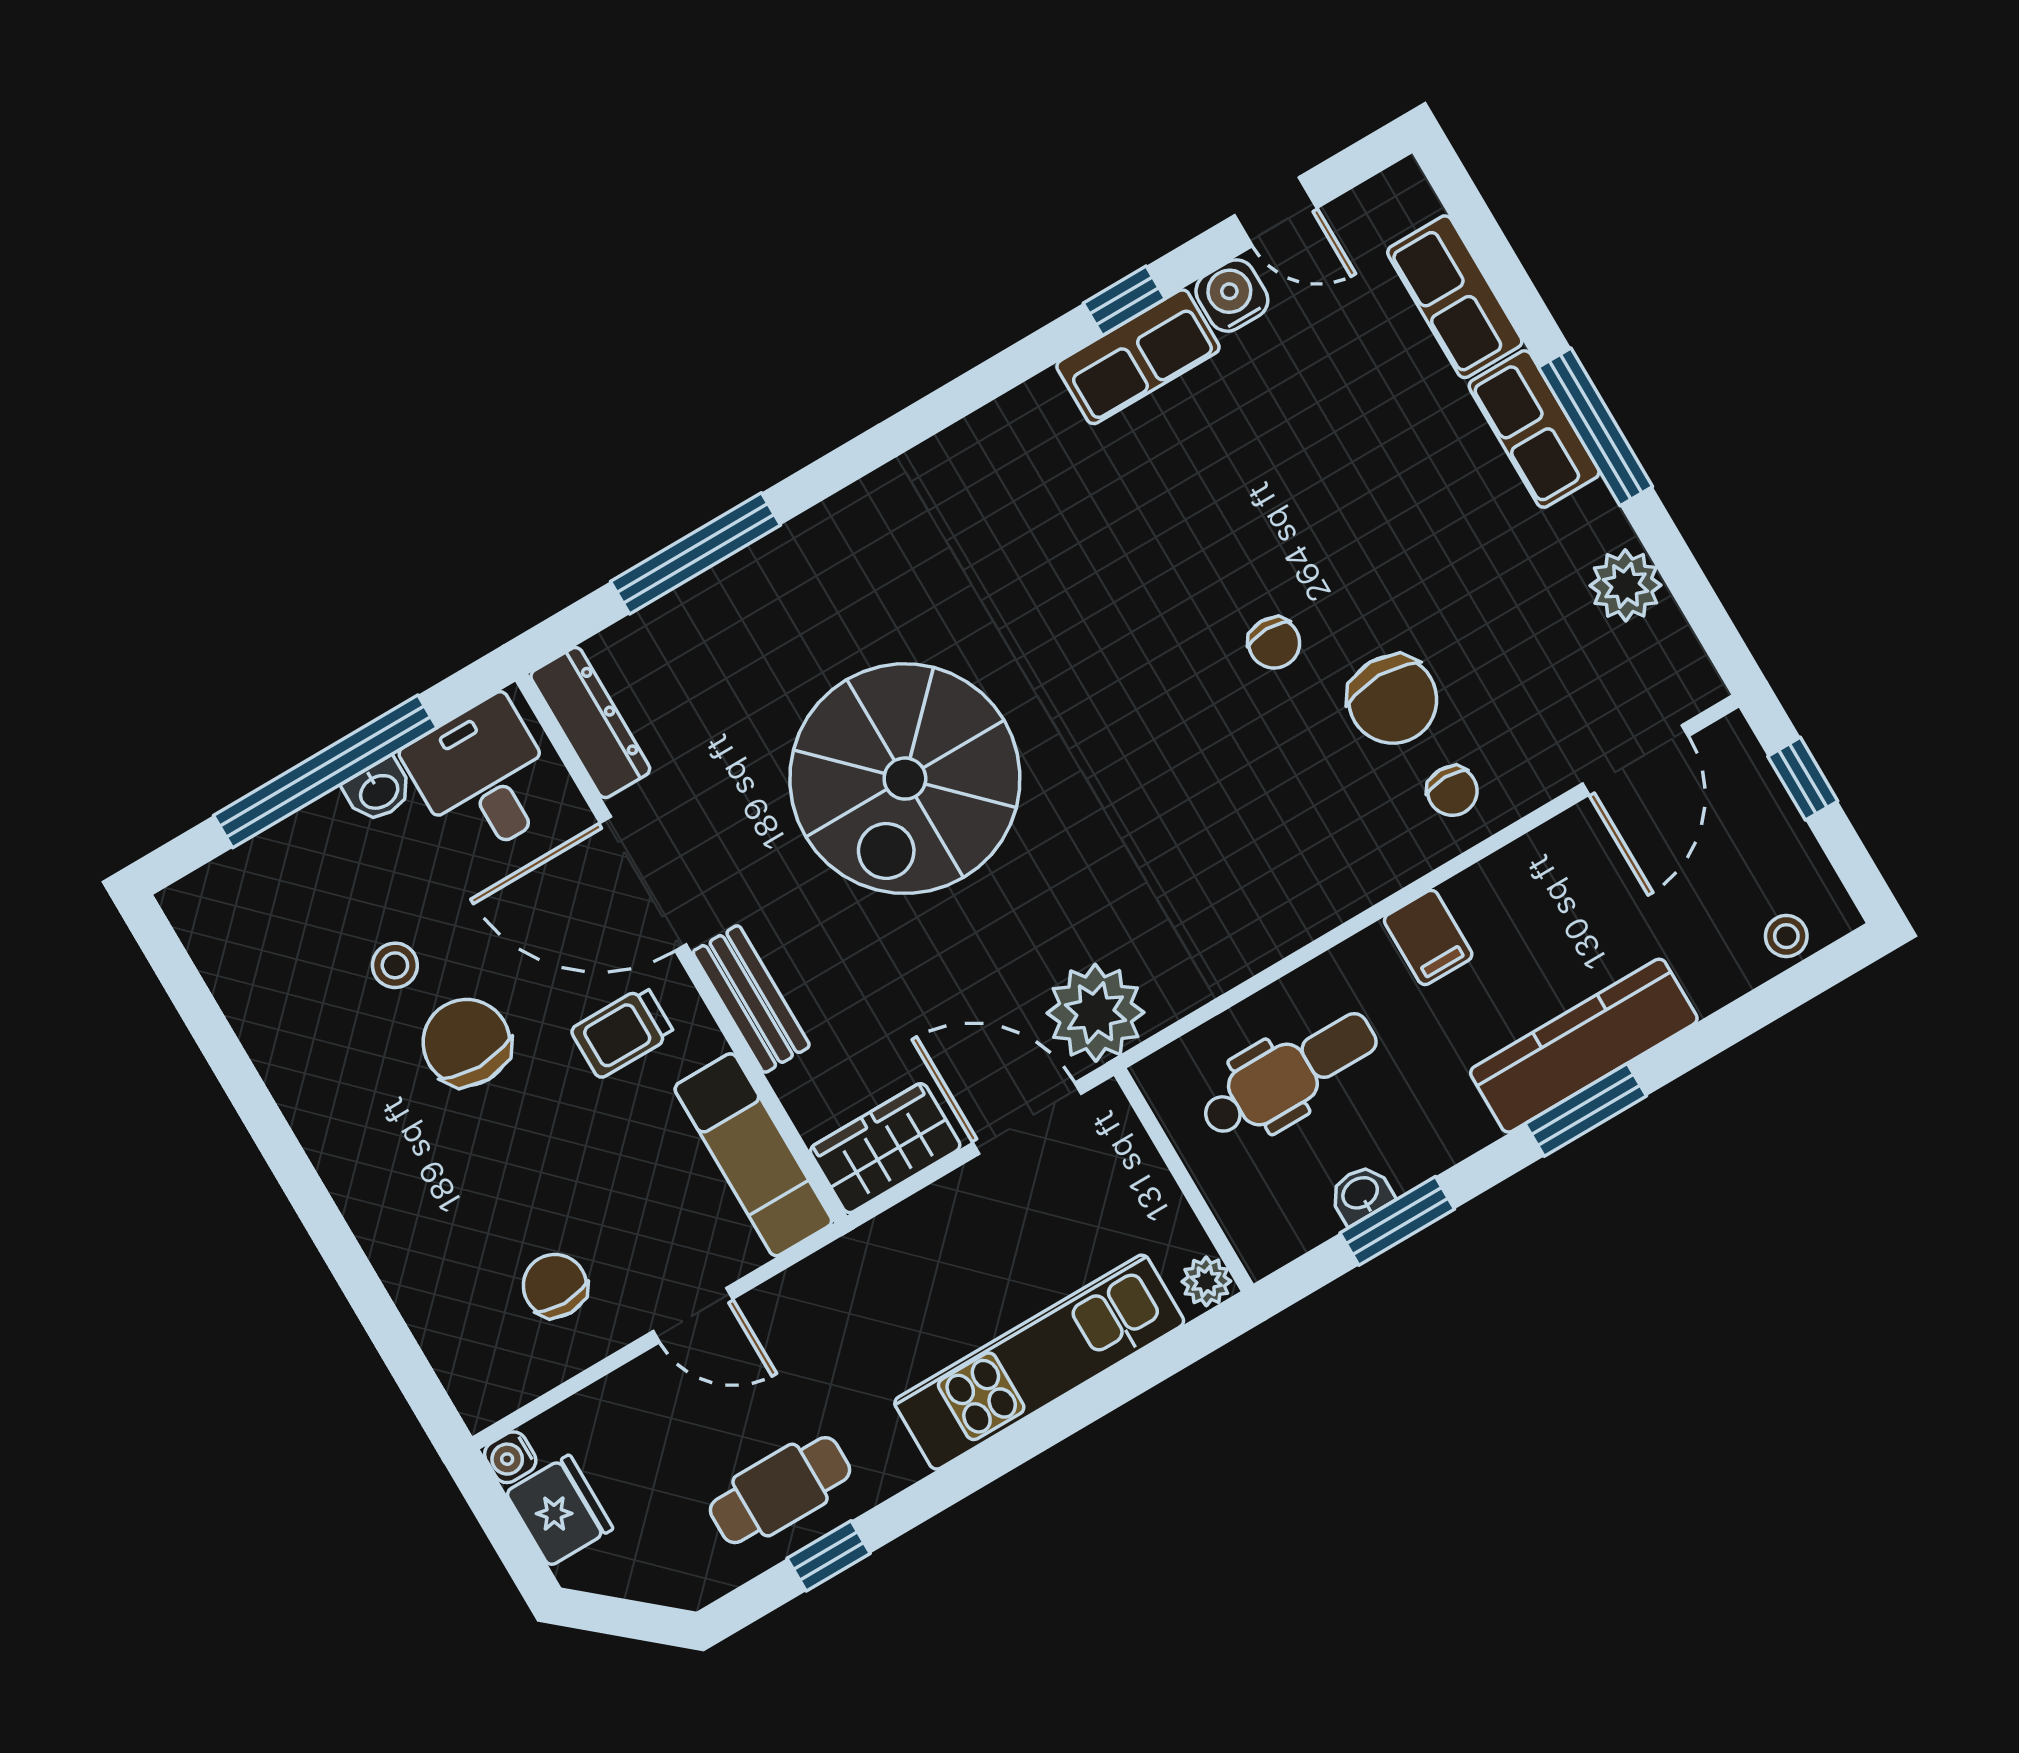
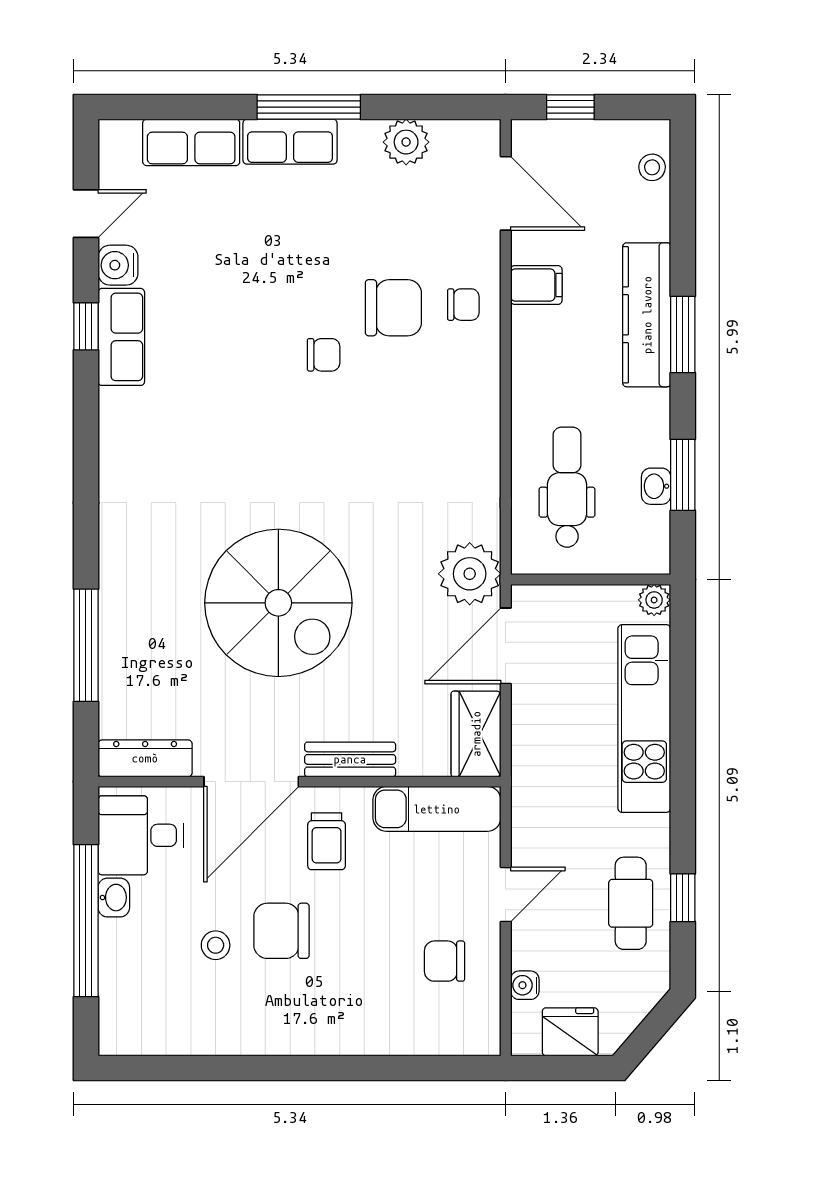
filing cabinet: (1428, 937) -> (536, 285), moved
water cooler: (510, 1457) -> (525, 985), moved, turned 90

